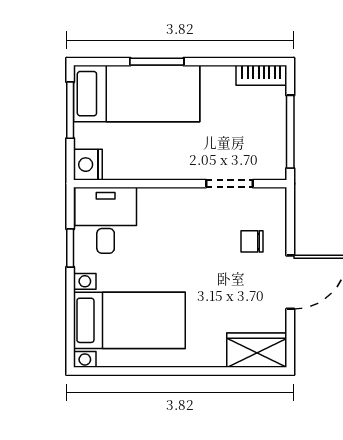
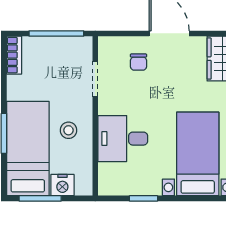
stool: (161, 148) -> (68, 130), added
nightstand: (88, 165) -> (62, 185), moved
desk: (106, 220) -> (123, 139), moved

